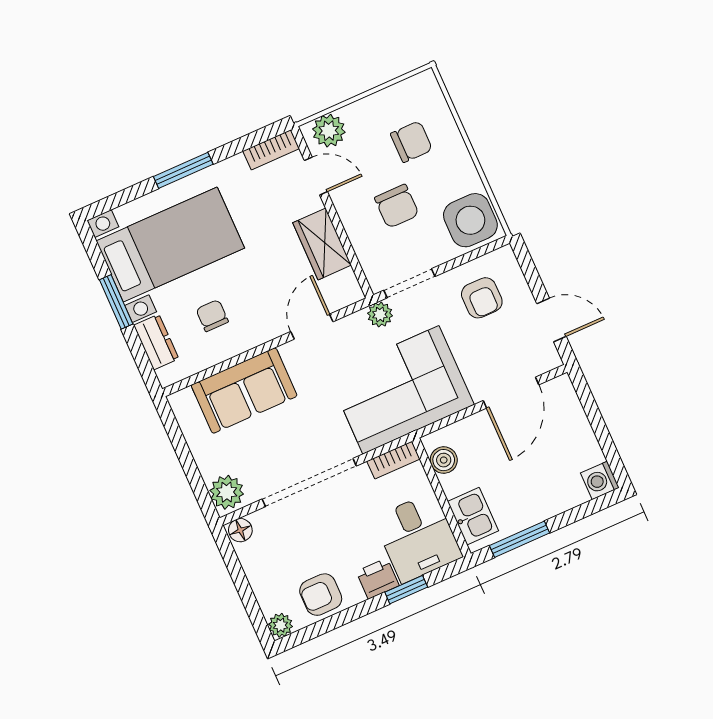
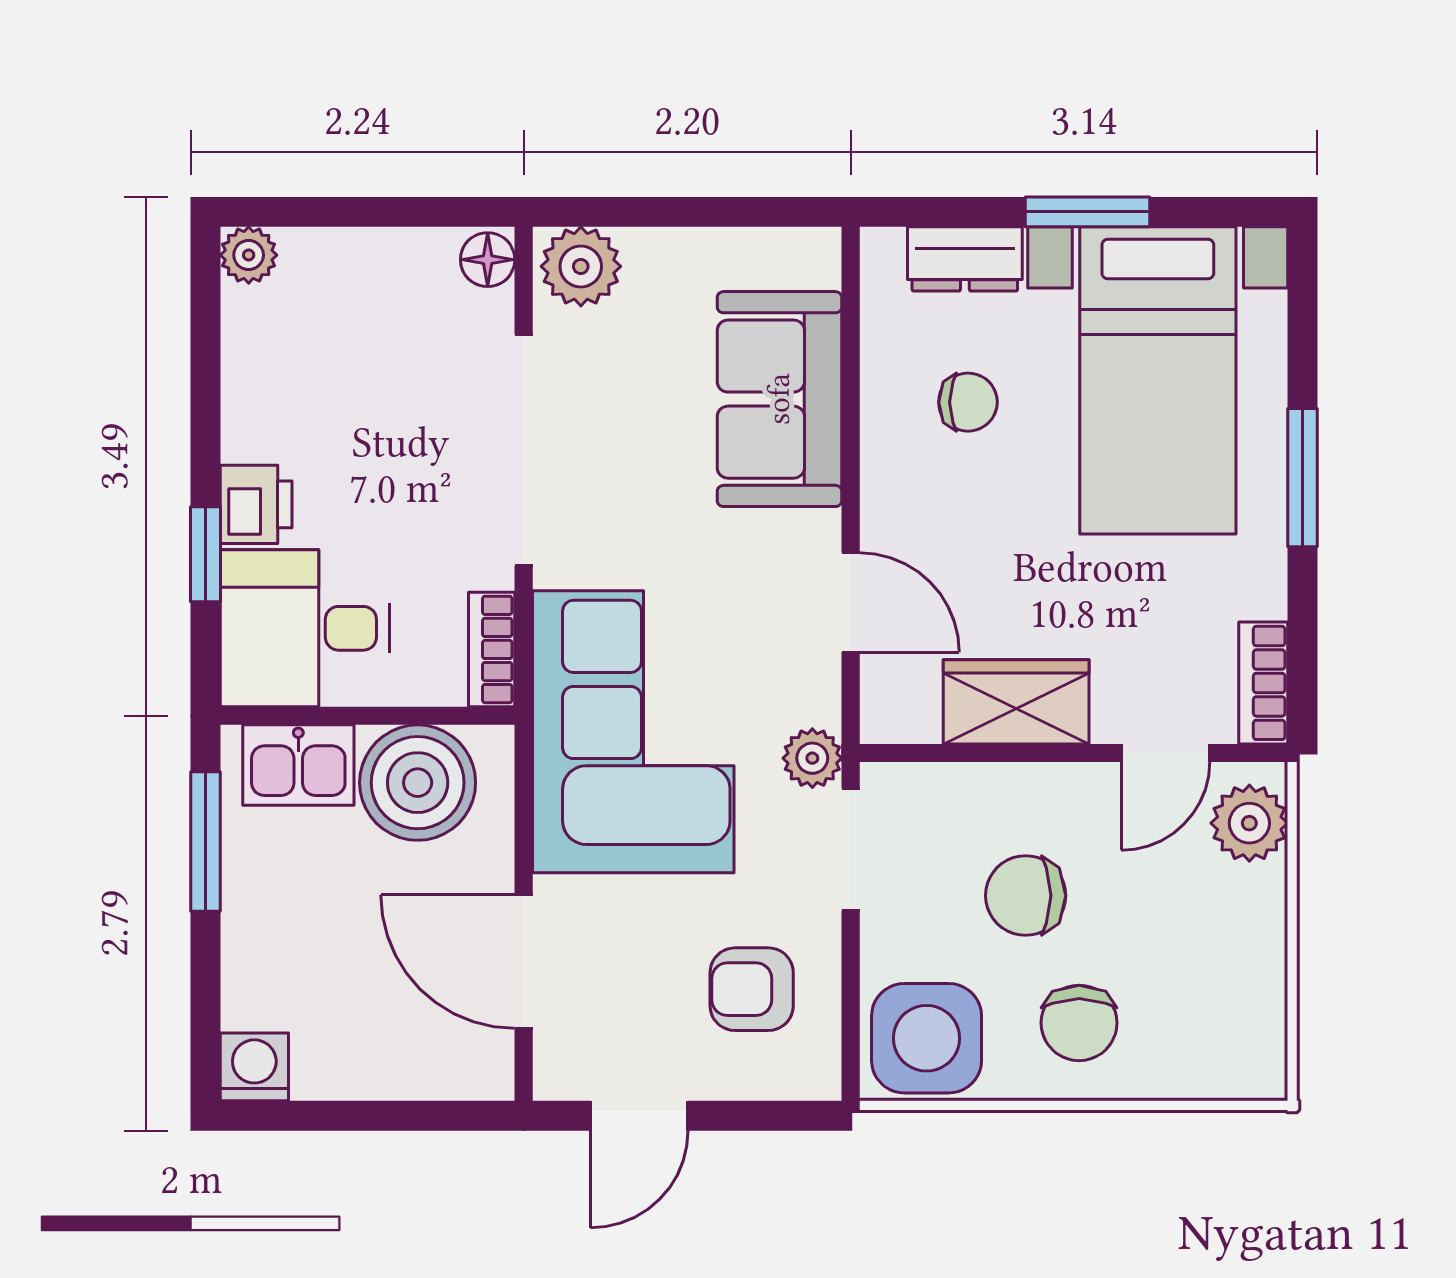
chair: (411, 142) -> (1079, 1023), moved
boiler: (444, 460) -> (418, 783), width x1.86, depth x1.86
armchair: (321, 595) -> (276, 369), removed

